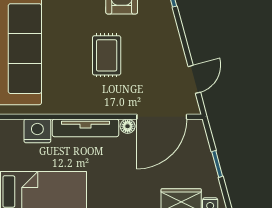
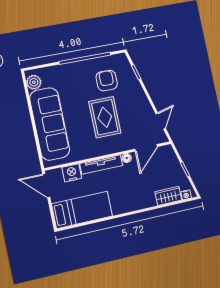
rug: (107, 55) -> (105, 117), width x1.36, depth x1.43
door: (162, 117) -> (146, 148), width x0.73

